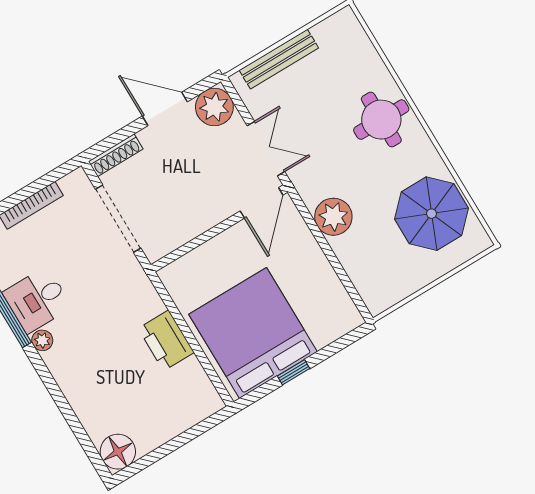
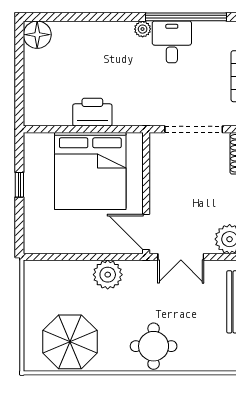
bed: (253, 333) -> (90, 171), moved, turned 90

